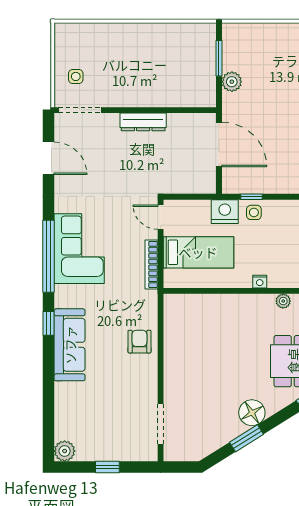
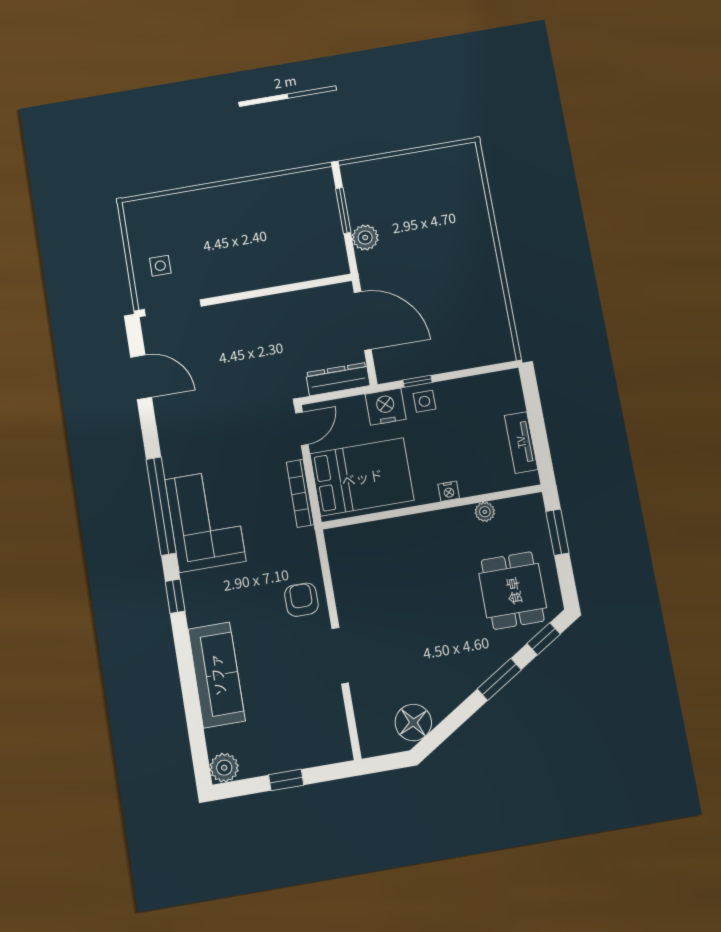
dresser: (143, 122) -> (338, 379), moved, turned 180
door: (161, 217) -> (302, 429), swing flipped
corner sofa: (79, 249) -> (205, 520), moved
bed: (198, 252) -> (362, 477), width x1.50
sofa: (70, 345) -> (217, 675), moved
floor lamp: (252, 413) -> (413, 723), moved
doorway: (161, 424) -> (340, 656), moved
window: (246, 438) -> (499, 679), moved

